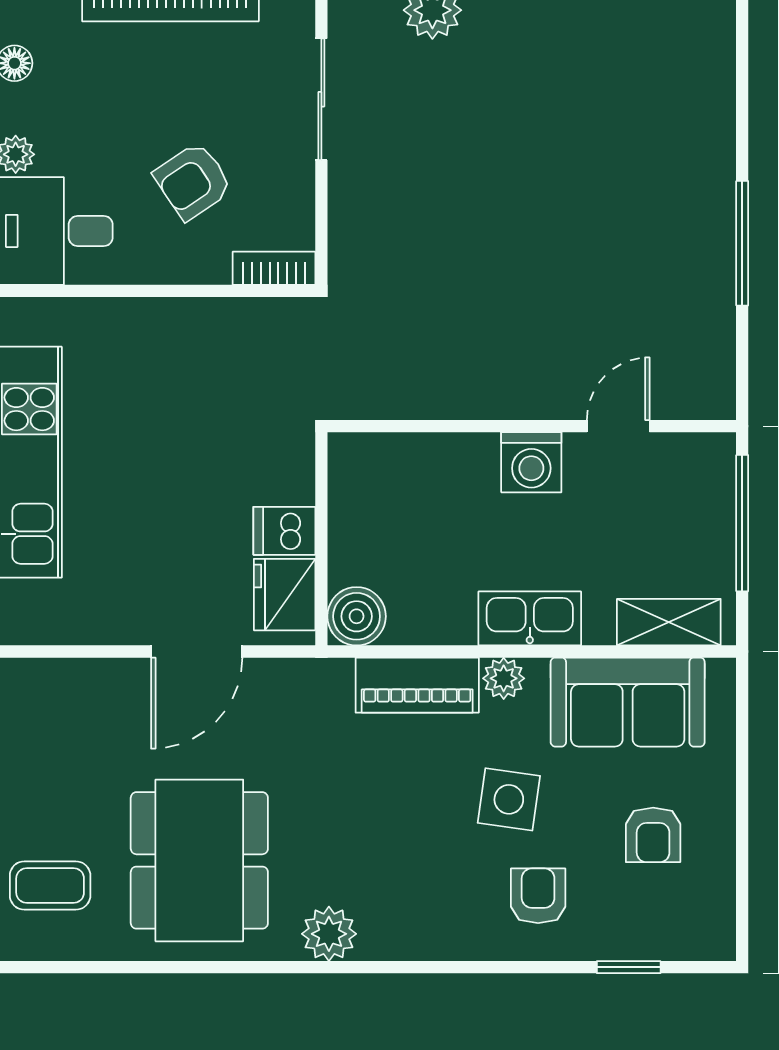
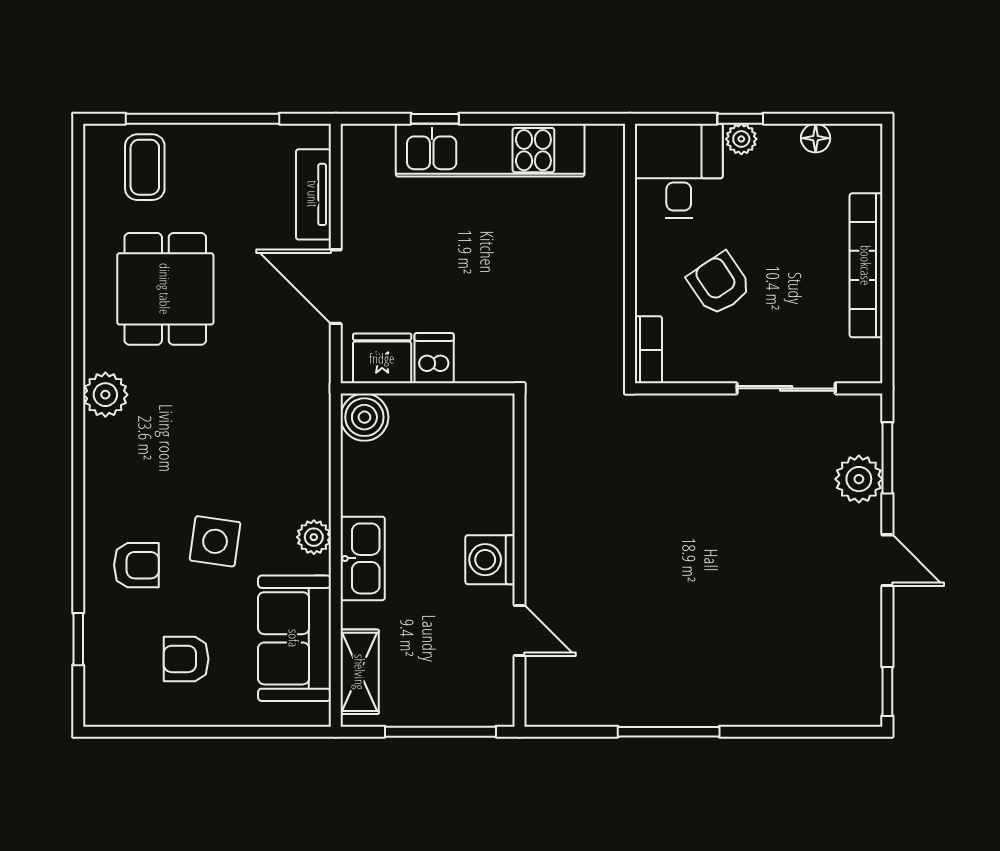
tv unit: (84, 679) -> (313, 194), added
piano: (417, 685) -> (308, 467), removed
dining table: (199, 860) -> (165, 289), width x0.73

